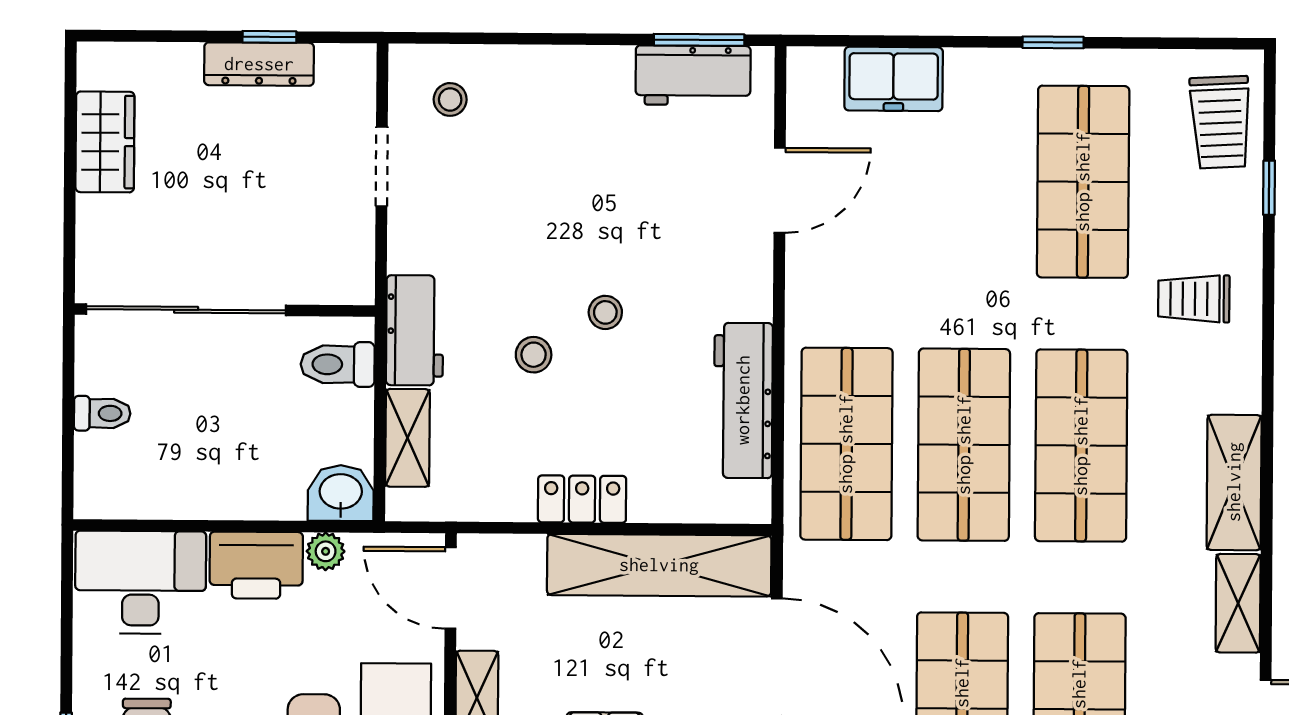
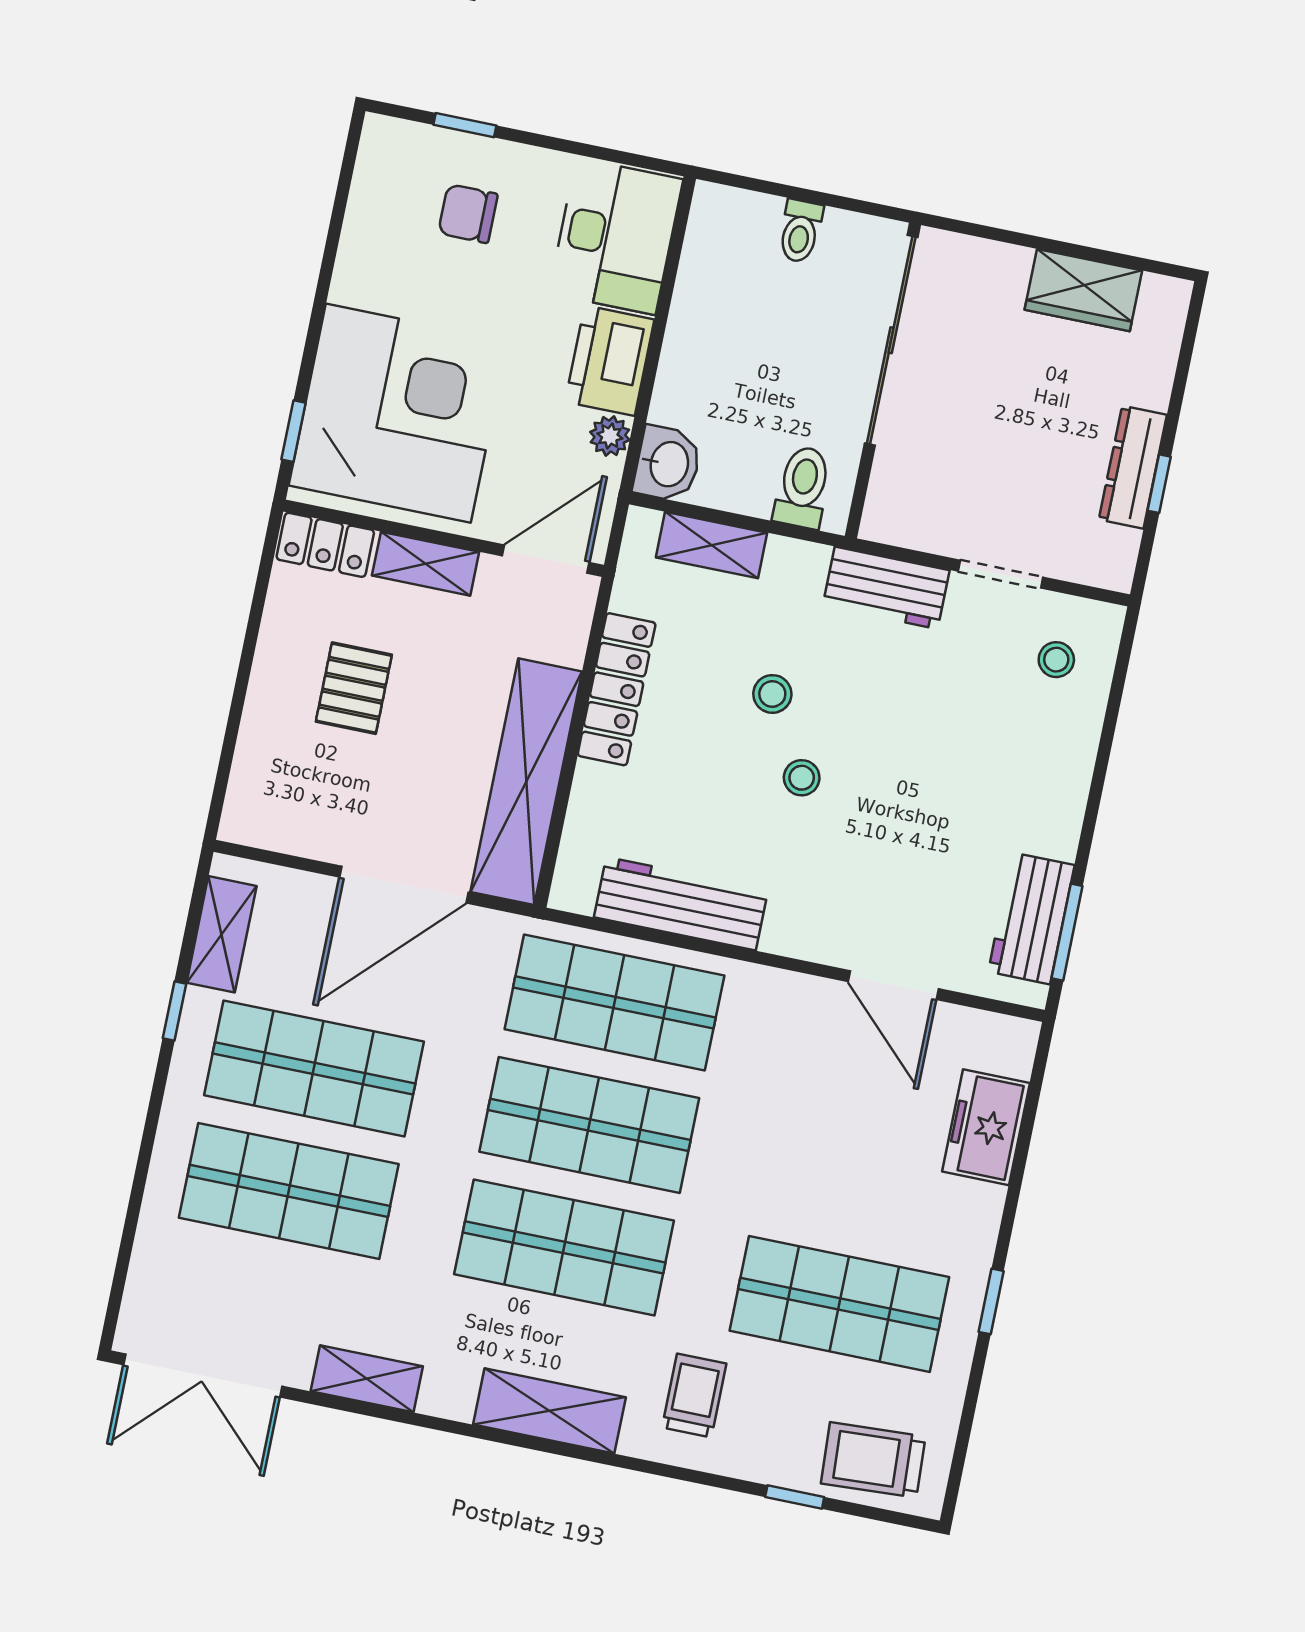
workbench: (415, 330) -> (886, 588), moved
shelving: (1234, 482) -> (549, 1411), moved
locker: (582, 499) -> (617, 689), width x1.53

